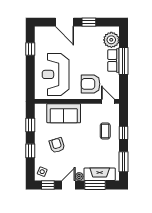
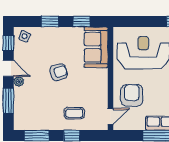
sofa: (64, 113) -> (96, 47), moved
armchair: (57, 145) -> (59, 72), moved
fireplace: (100, 174) -> (21, 106), removed

